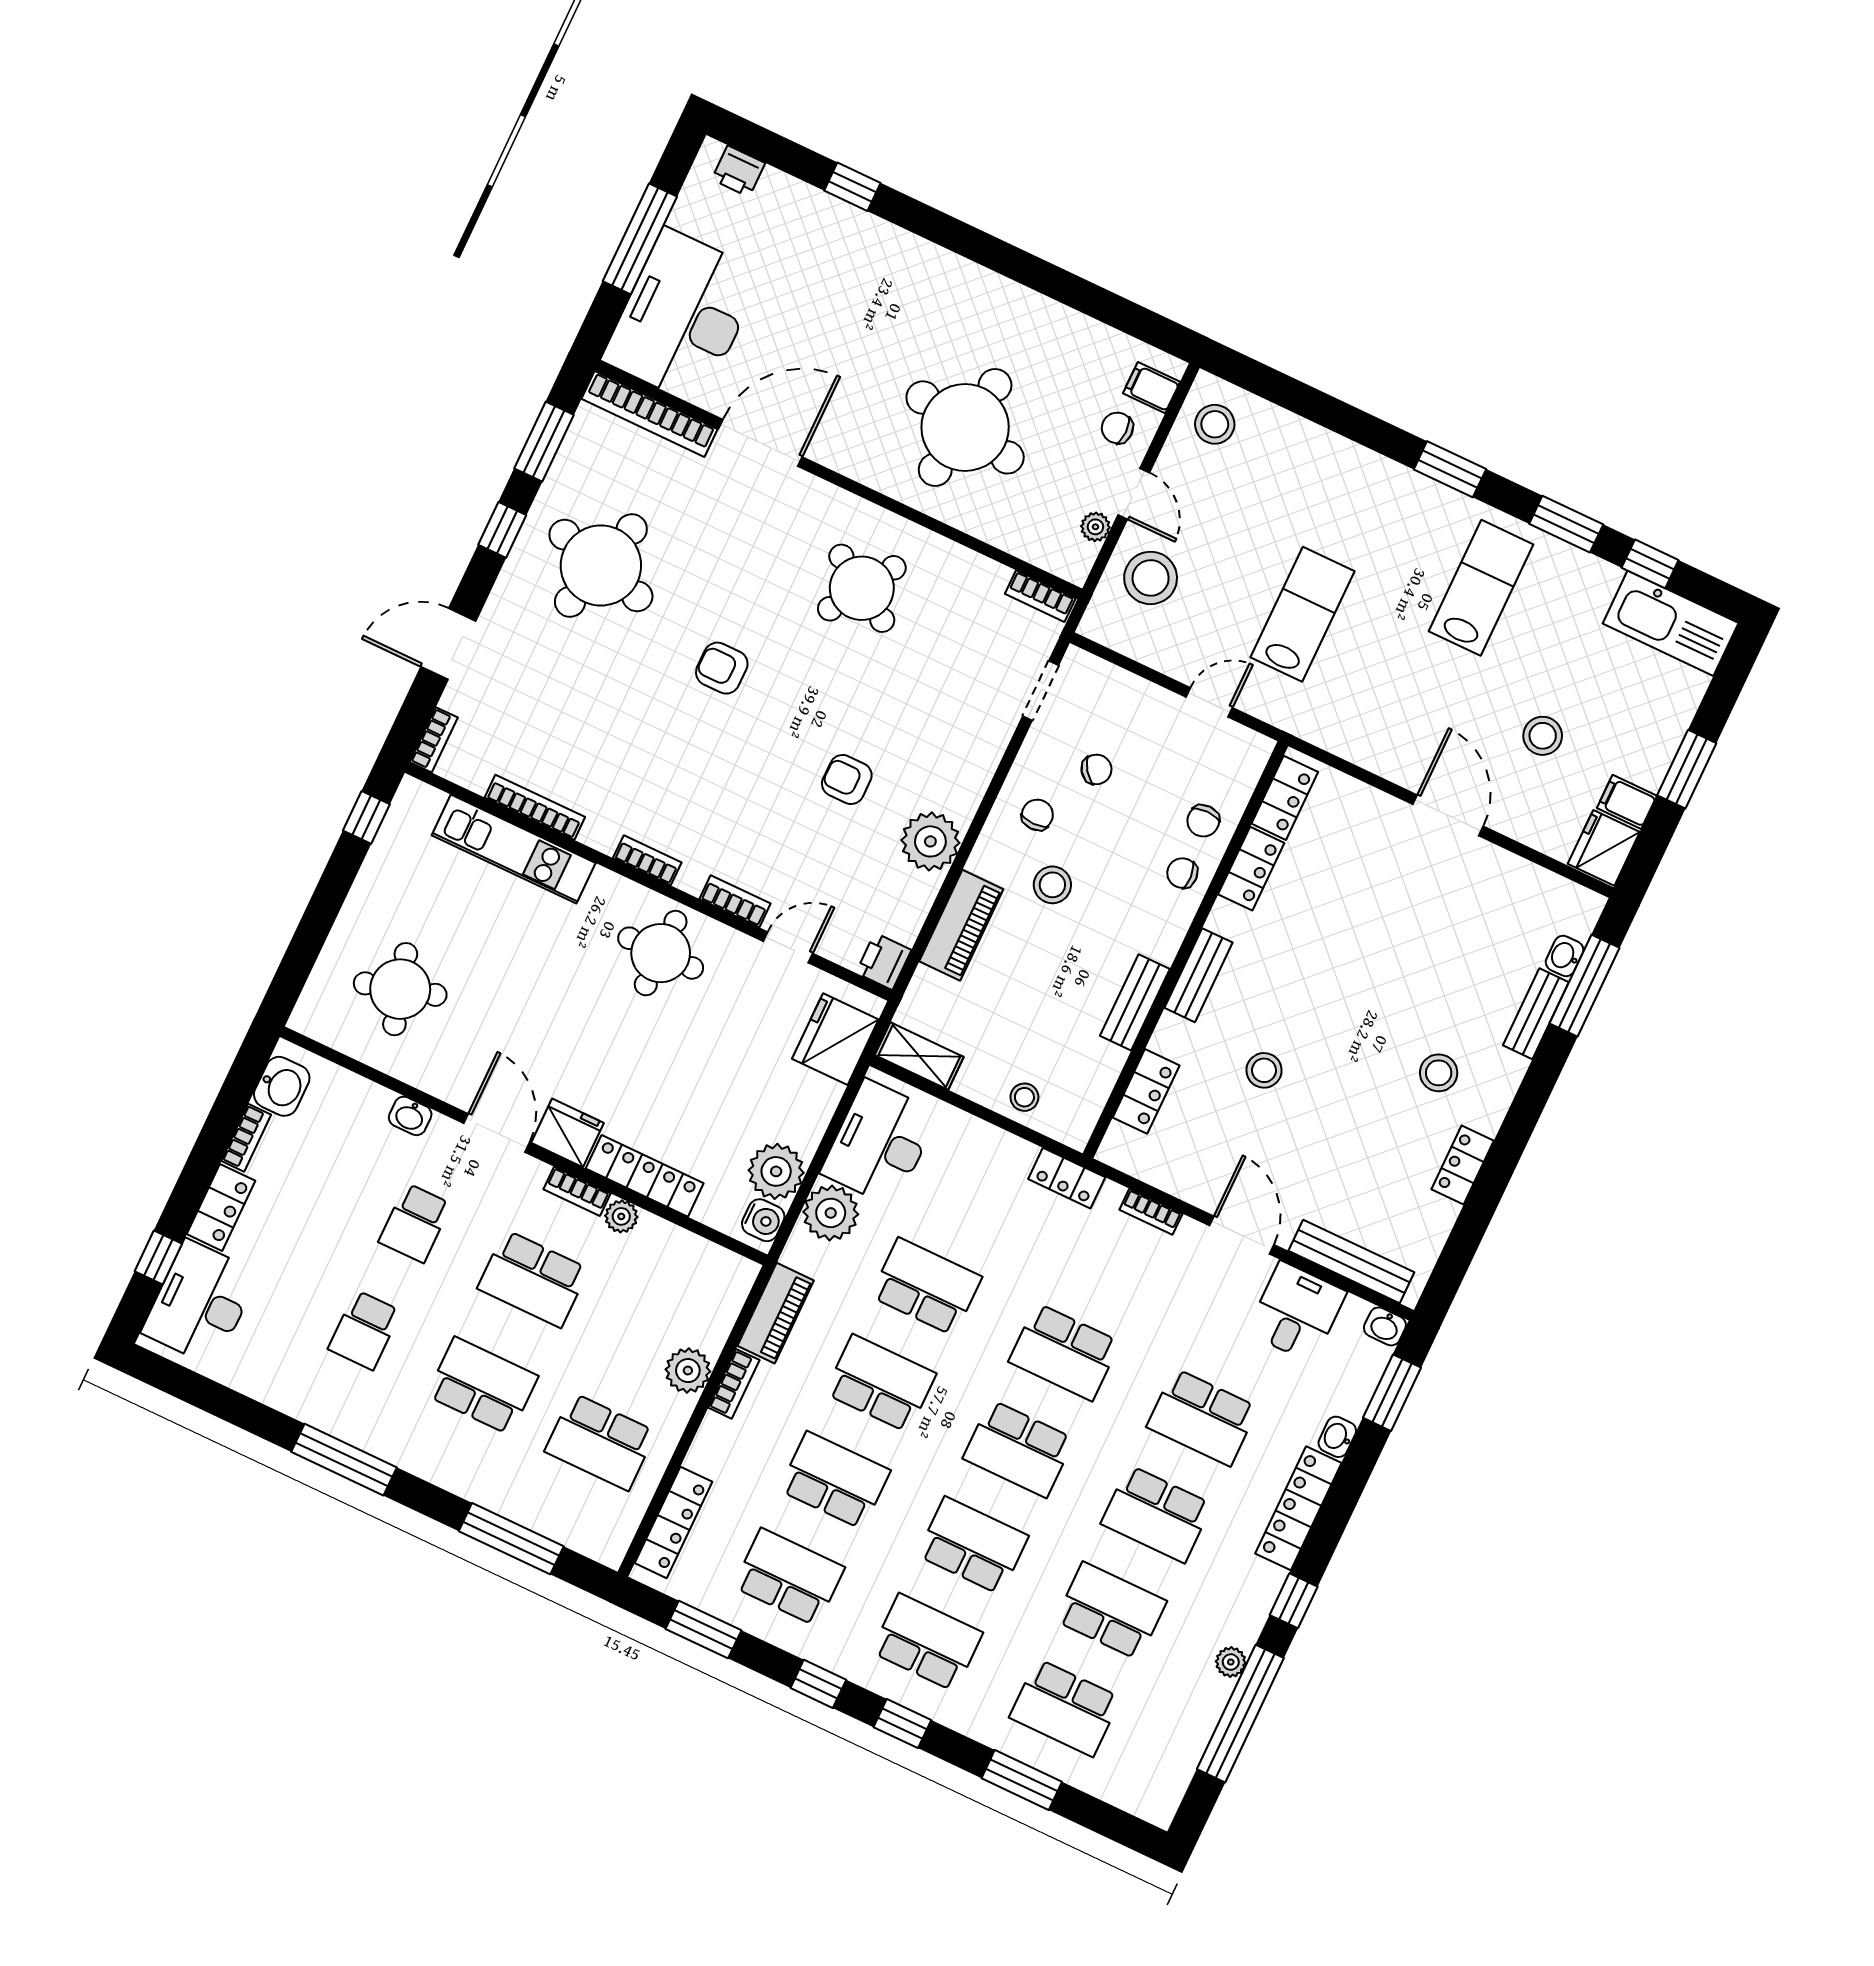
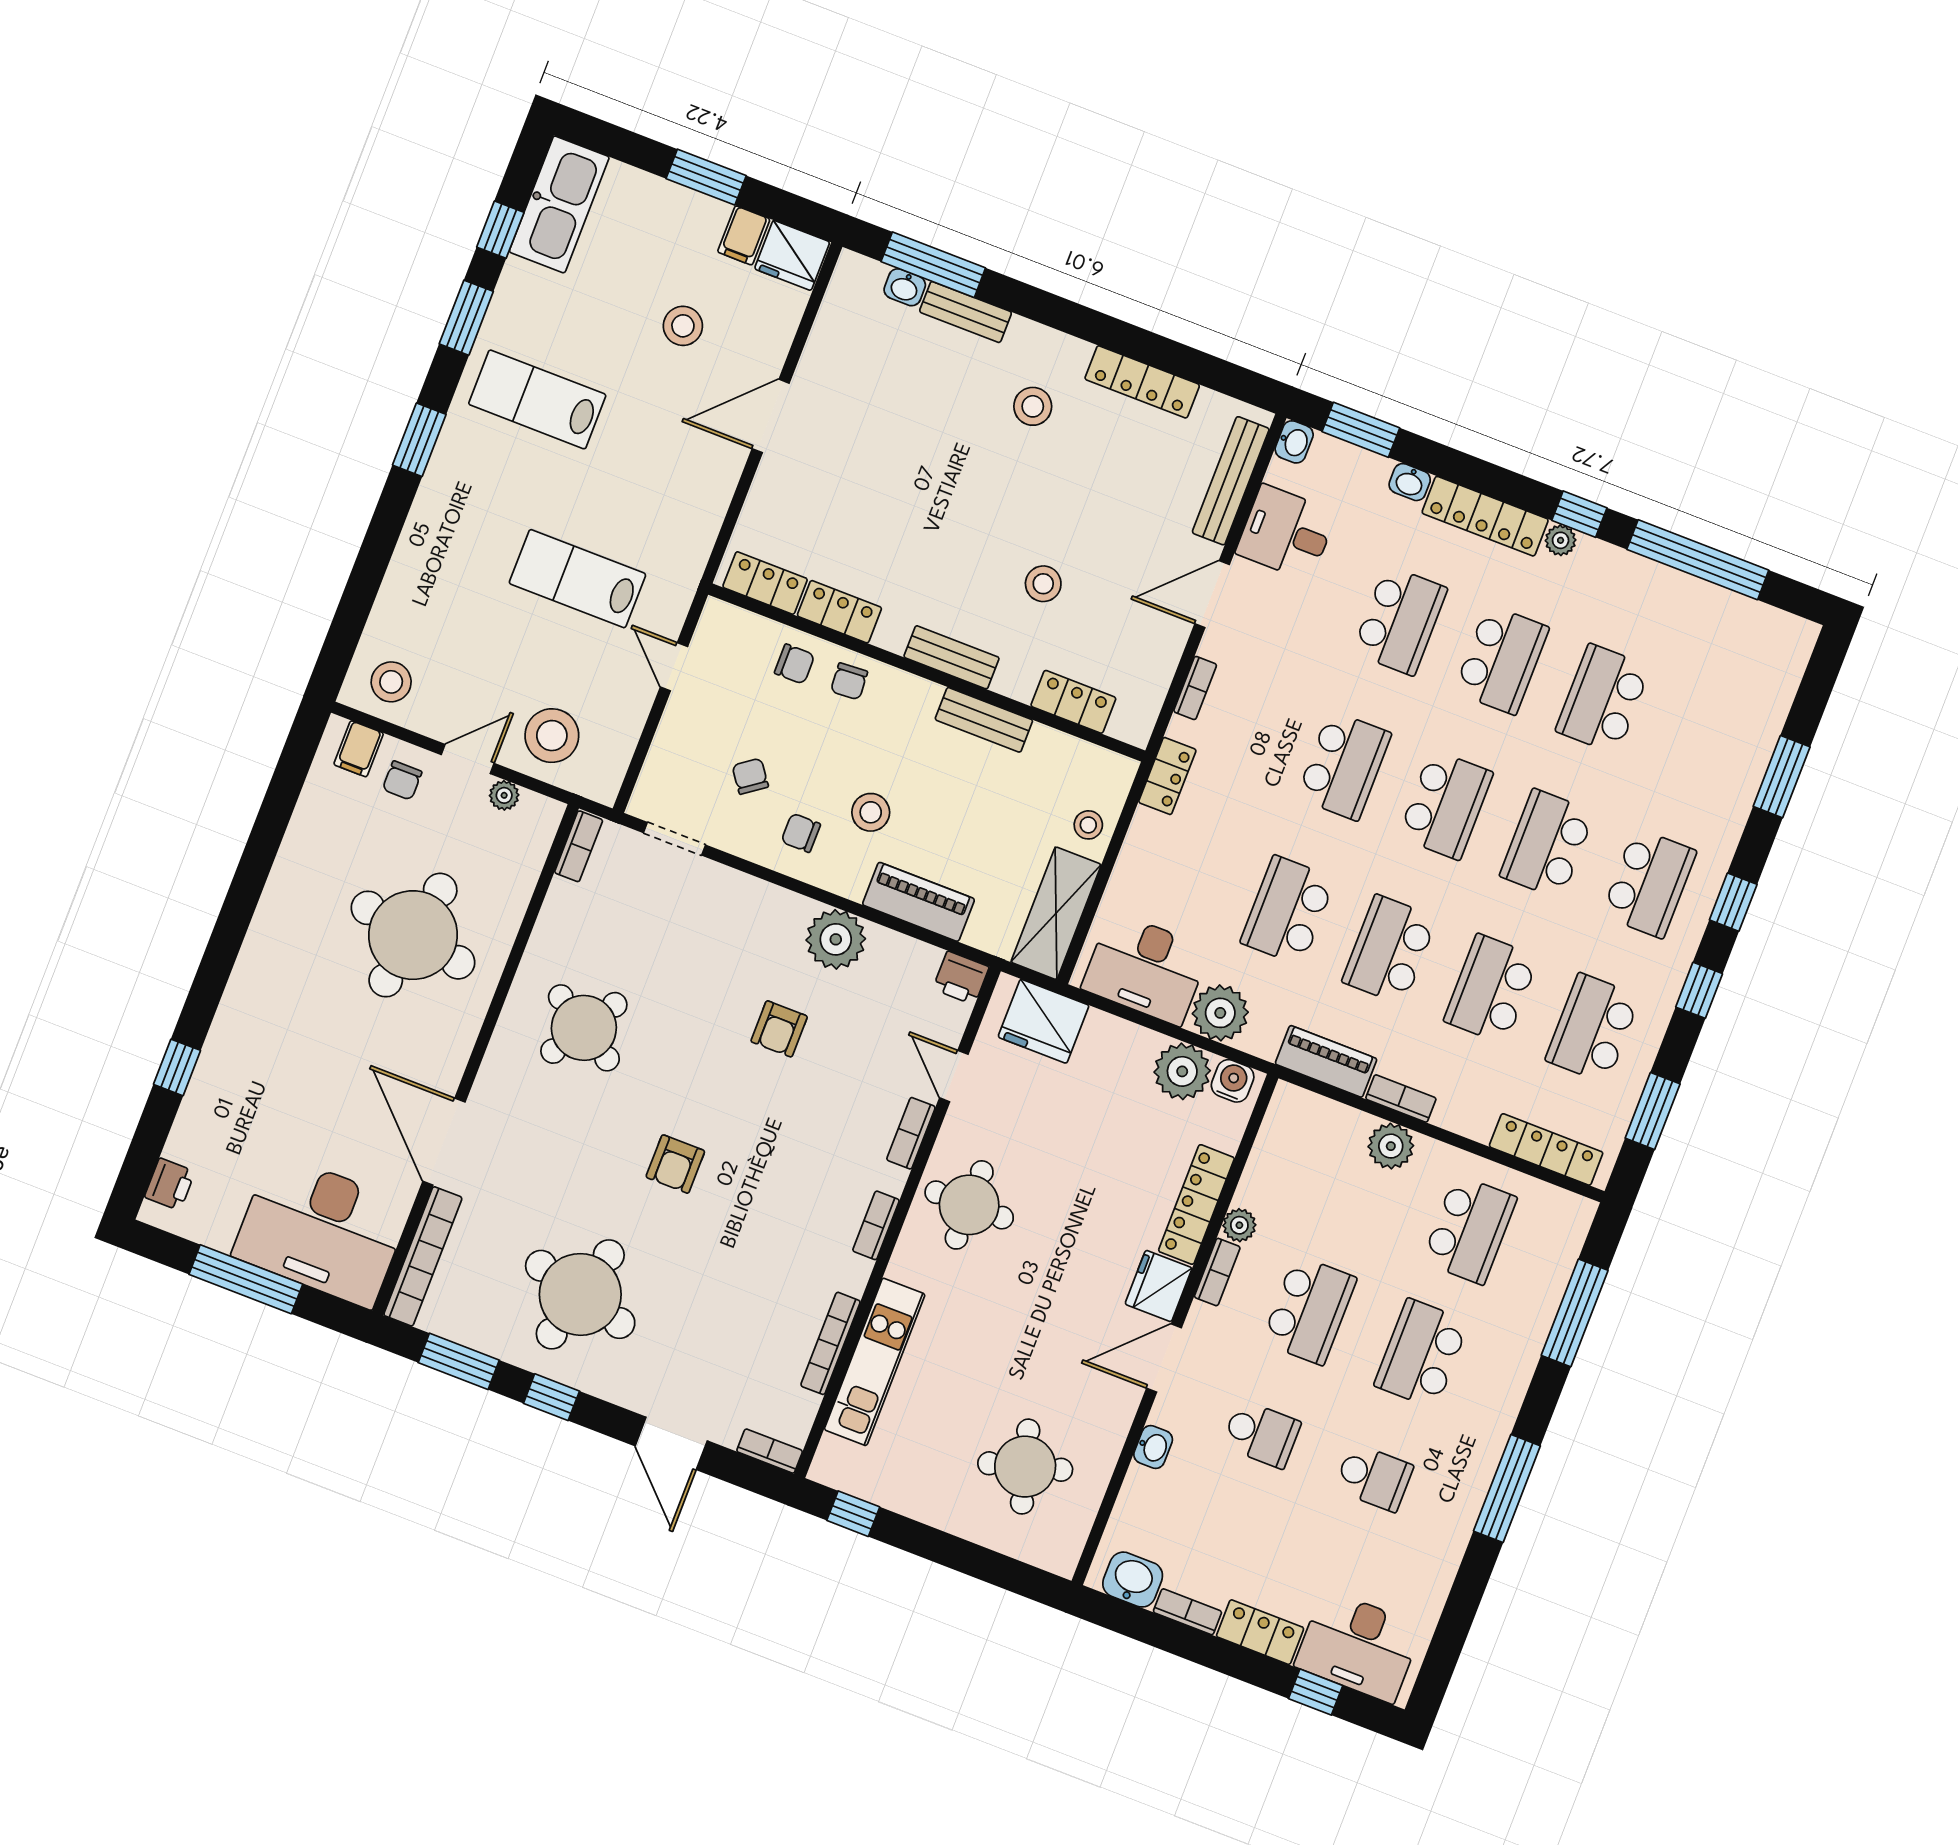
shelving: (919, 1056) -> (1056, 913), width x1.50, depth x1.33
locker: (1463, 1165) -> (1142, 382), width x1.53
school desk: (927, 1642) -> (1649, 883), turned 180
plant: (1231, 1662) -> (1561, 540), moved
school desk: (1065, 1708) -> (1705, 738), removed

